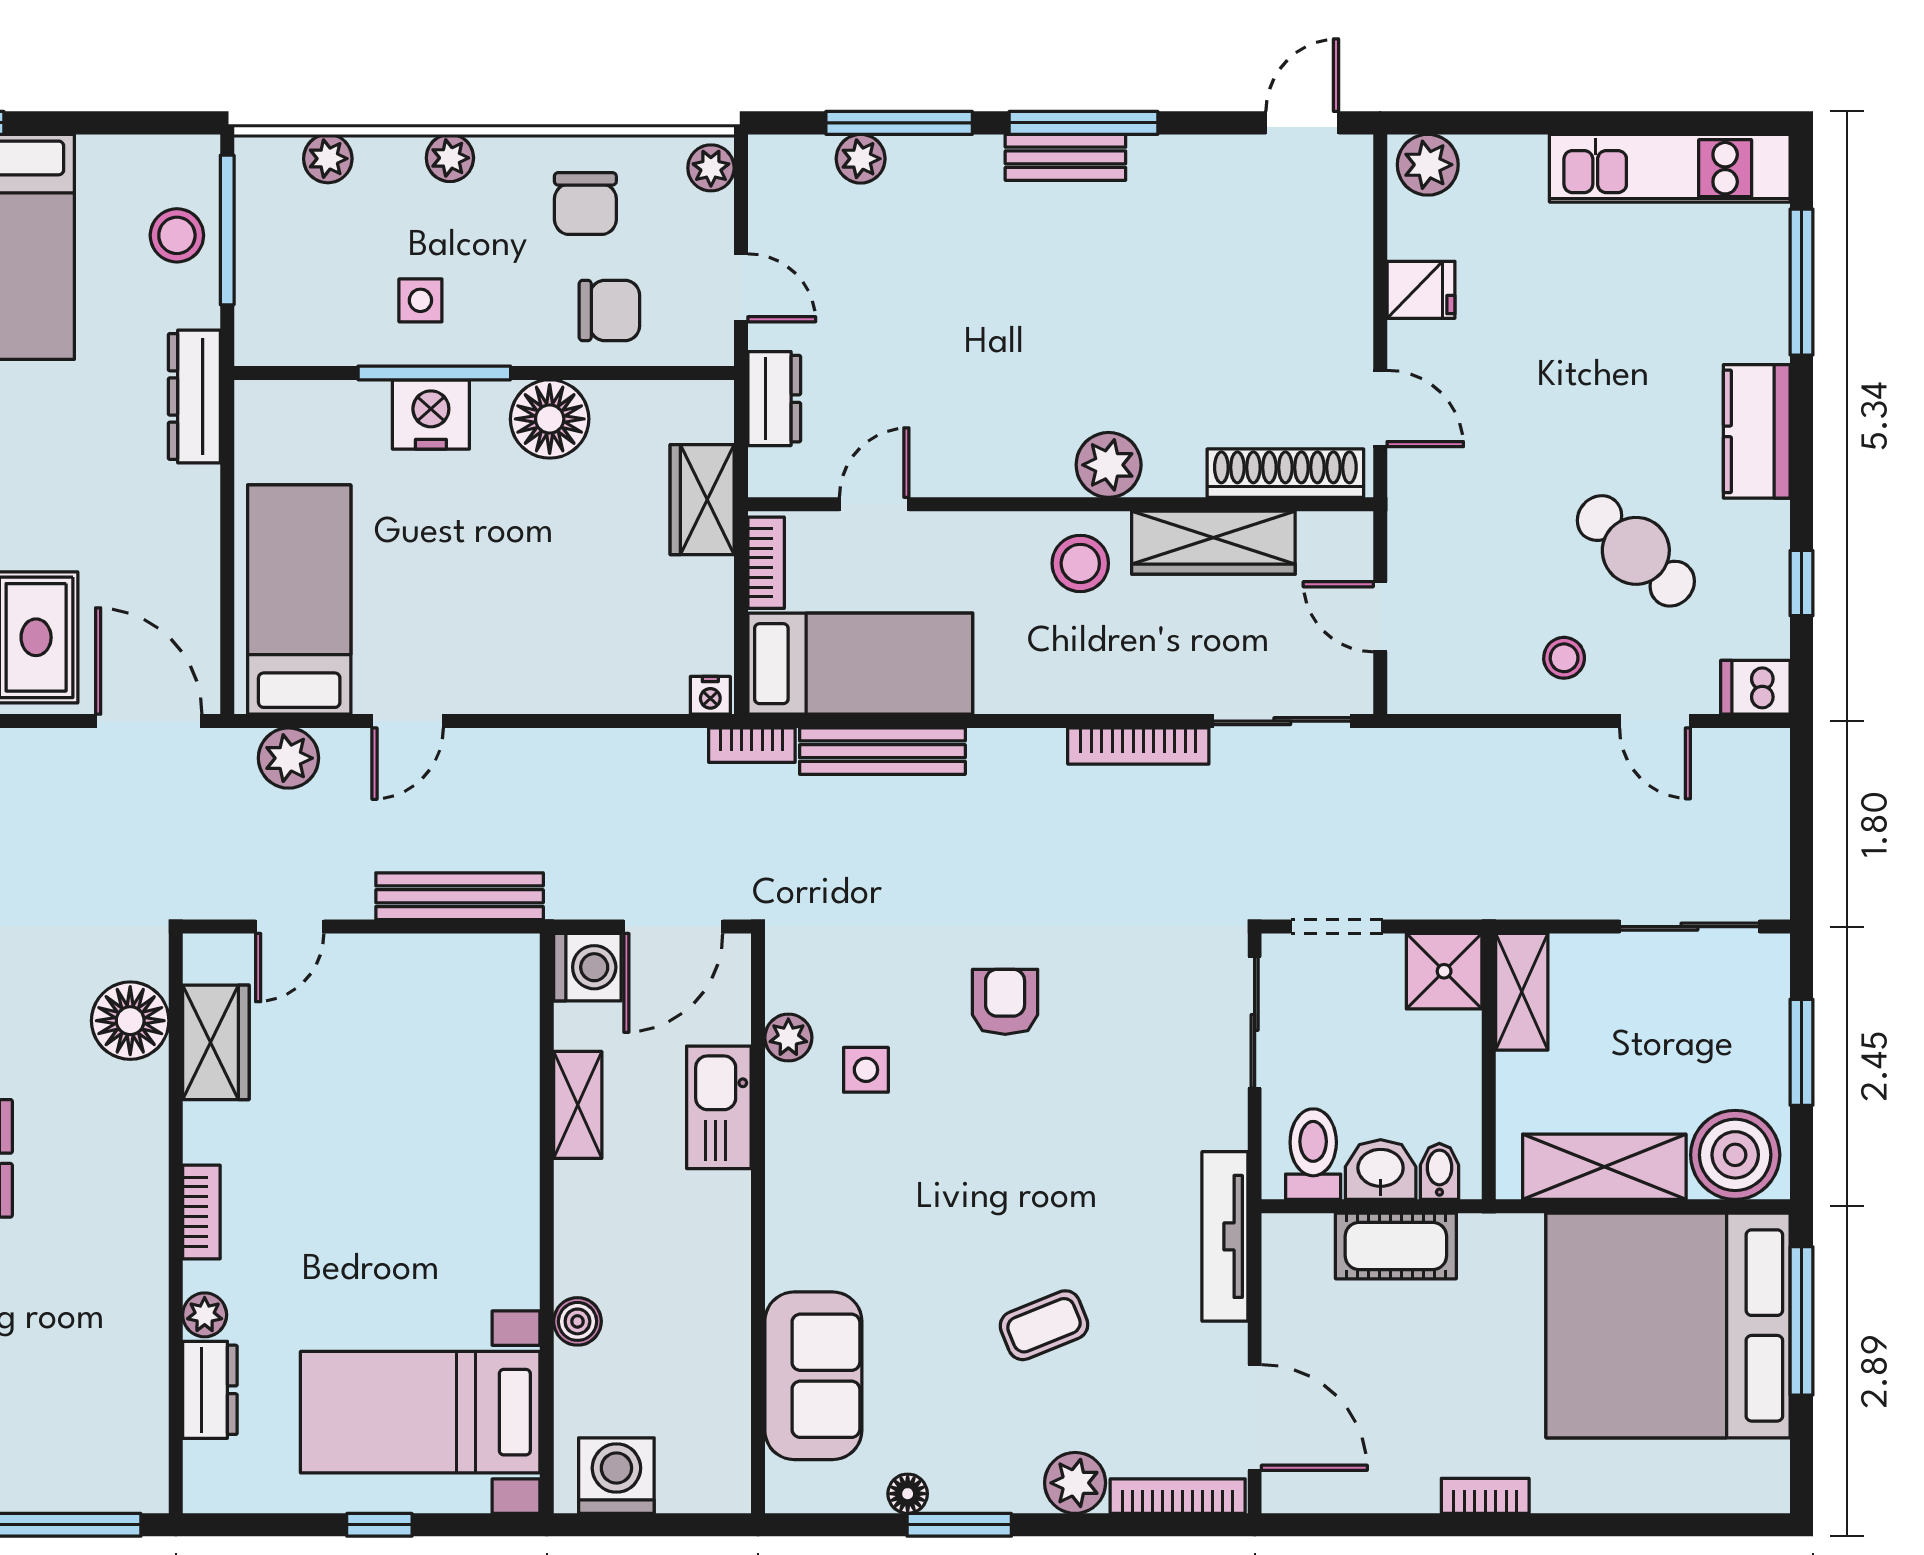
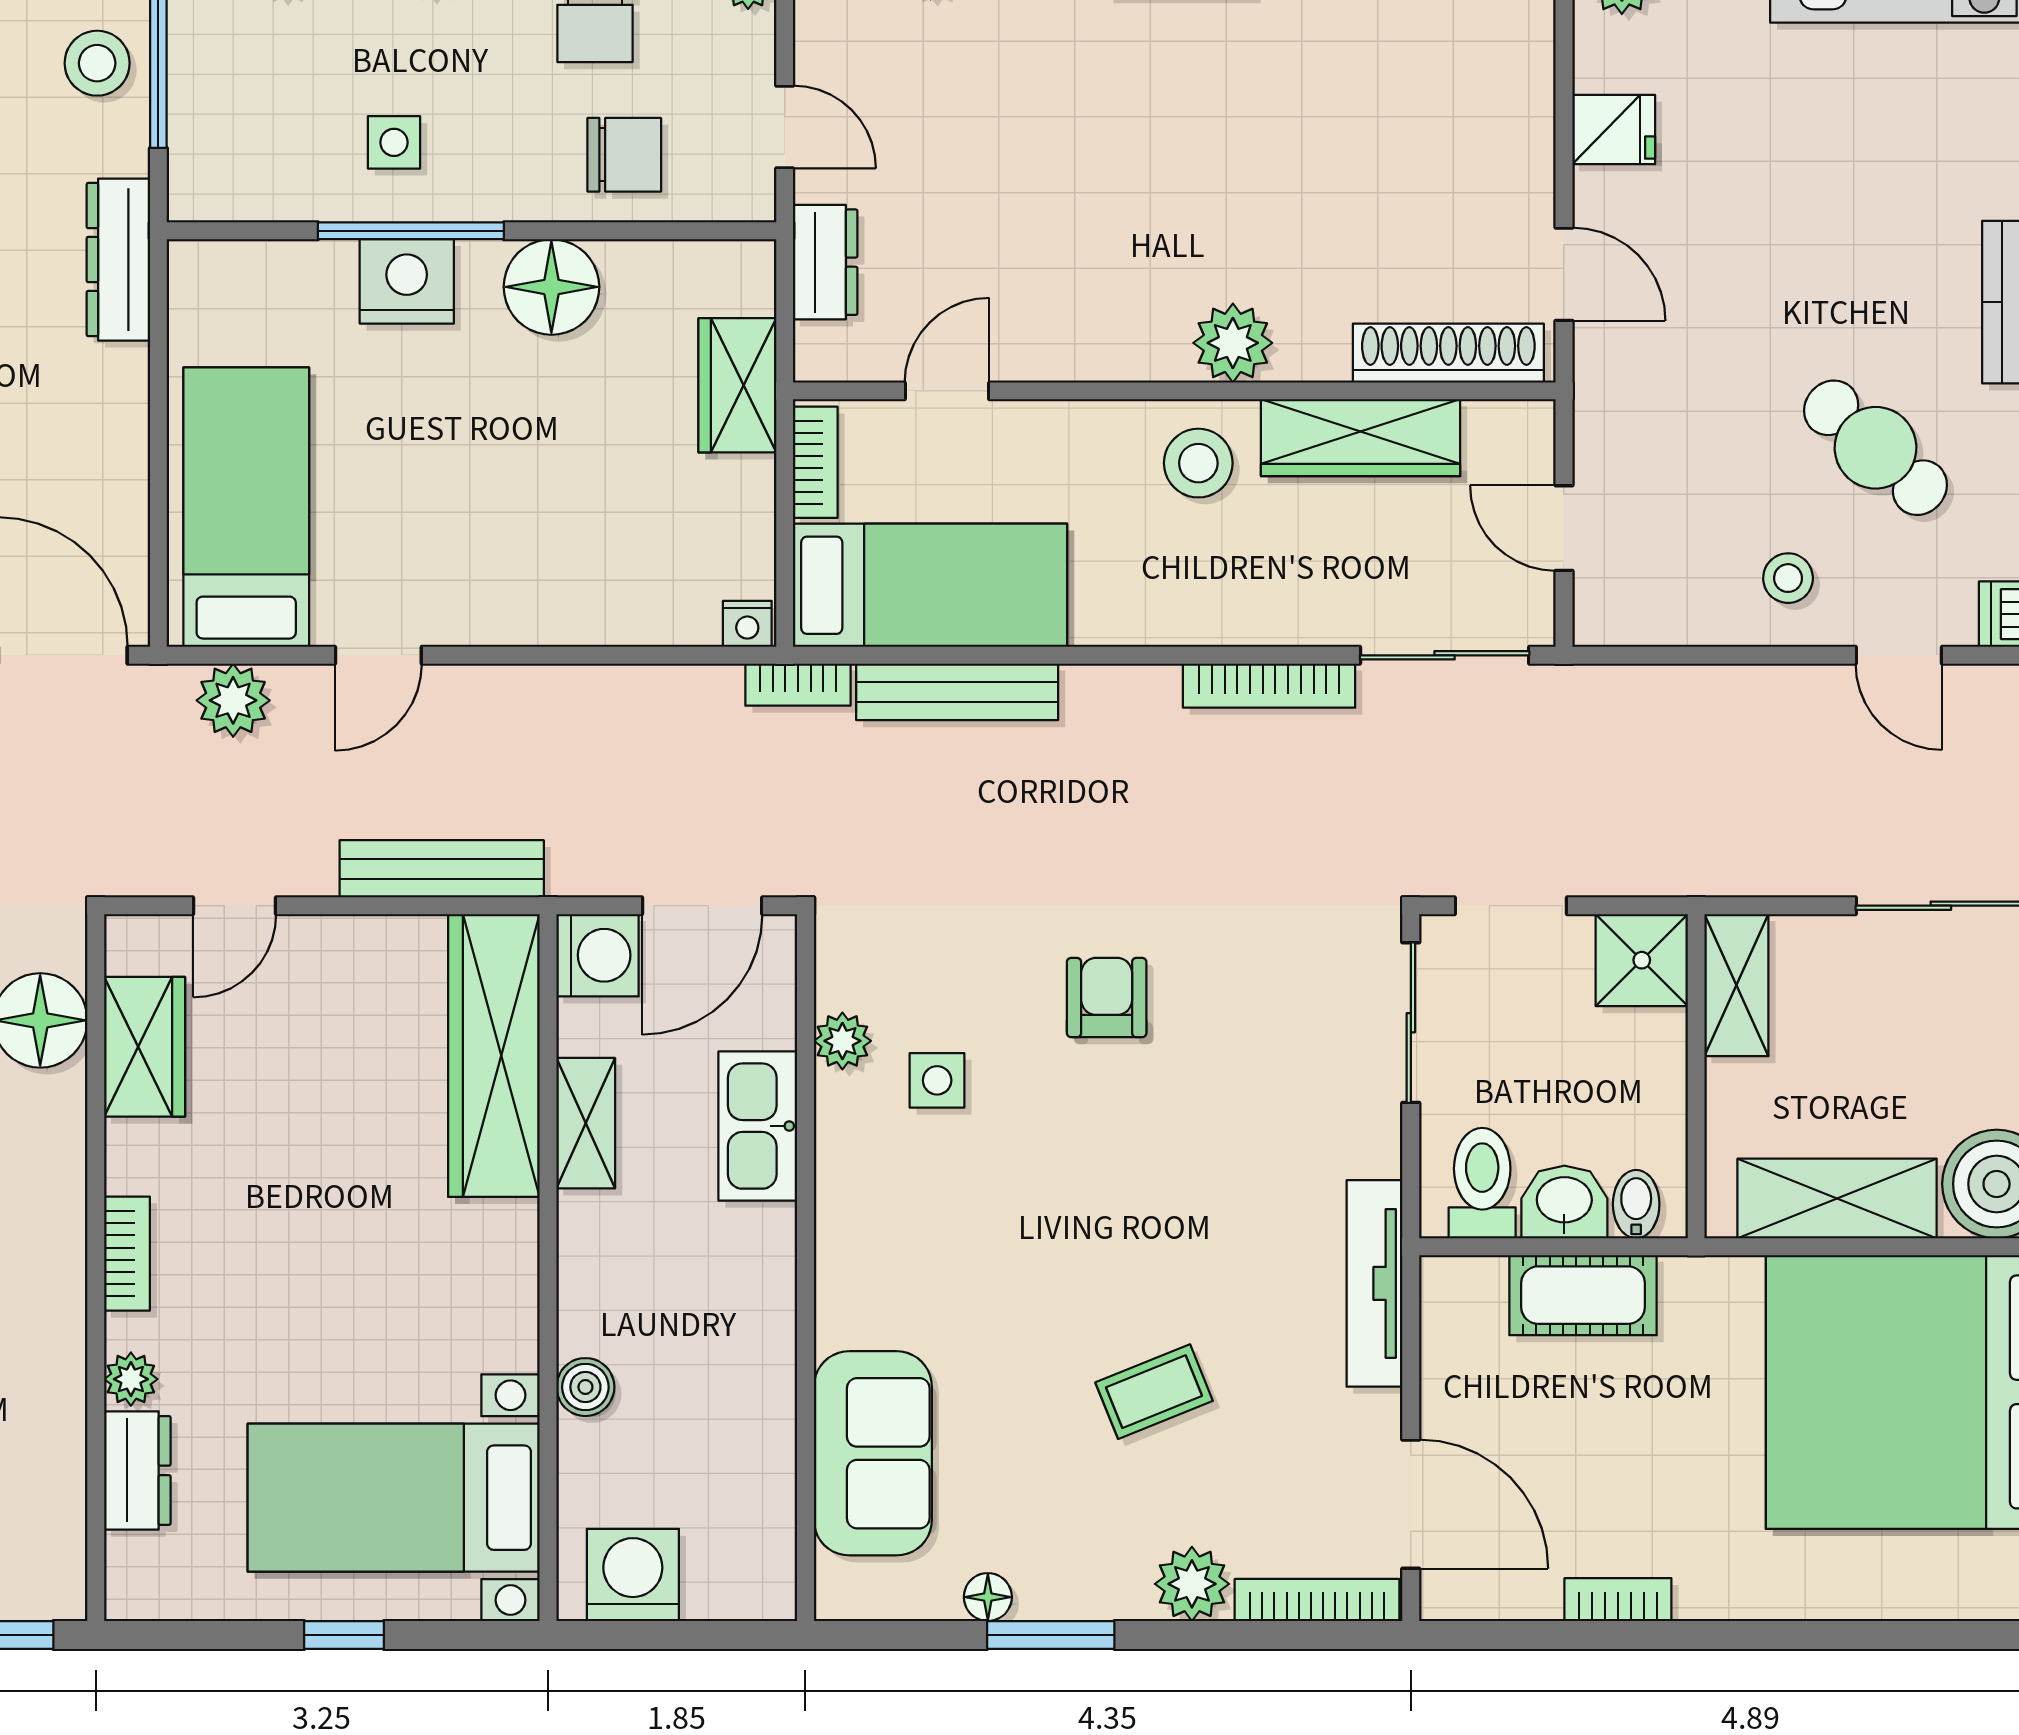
wardrobe: (502, 1049) -> (494, 1055), added
bookcase: (1485, 1496) -> (1618, 1600), moved

